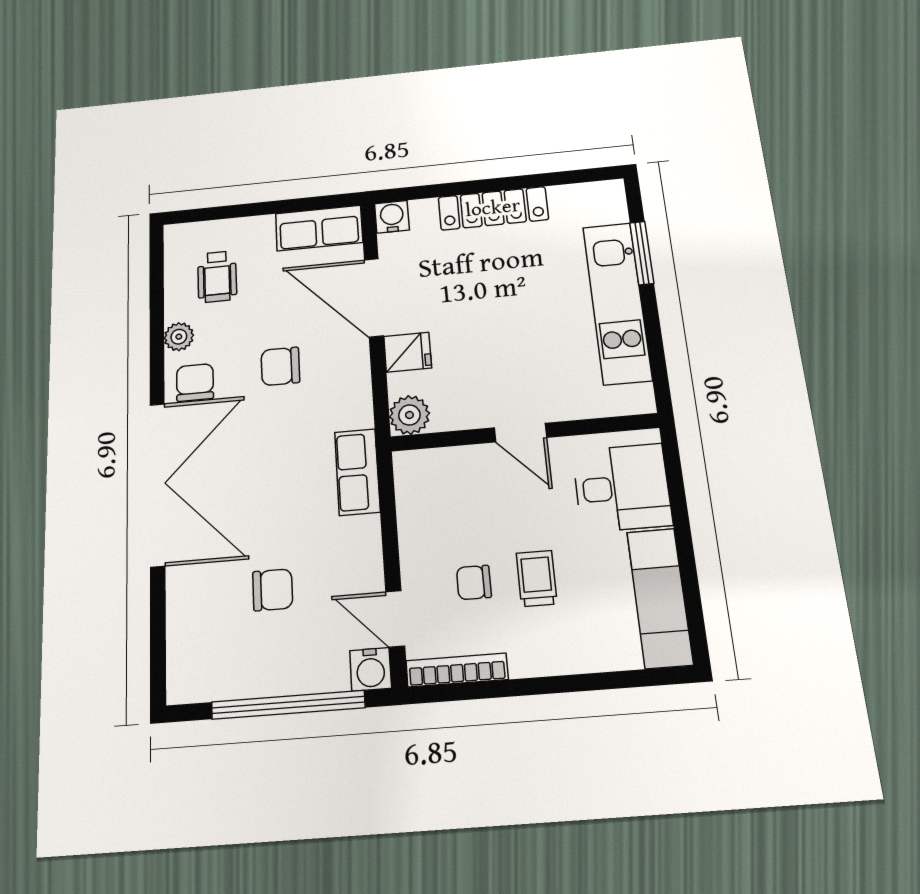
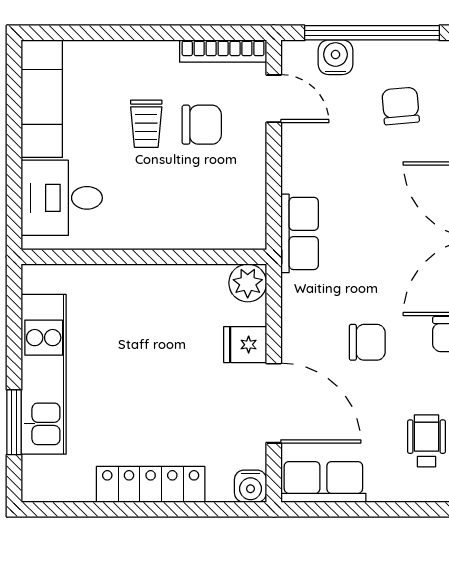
door: (520, 433) -> (147, 257), removed
chair: (474, 582) -> (202, 125), width x1.37, depth x1.37
chair: (273, 590) -> (401, 106), moved, turned 85
water cooler: (371, 669) -> (335, 57), moved

